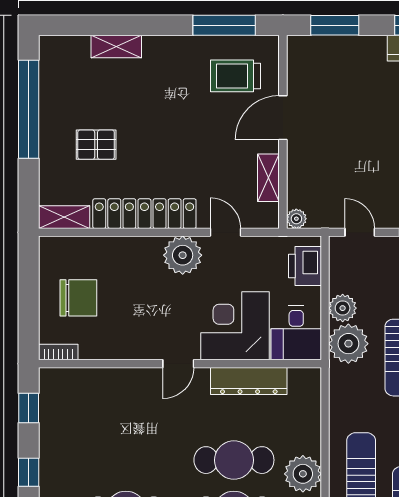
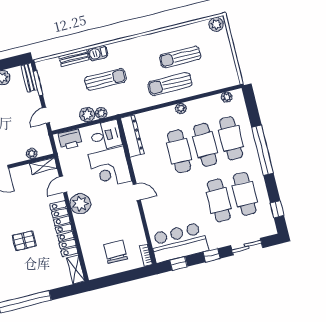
pallet: (96, 145) -> (24, 241), moved, turned 90
shelving: (268, 178) -> (43, 166), moved
plant: (296, 219) -> (32, 154), moved
plant: (348, 344) -> (101, 113), width x0.53, depth x0.53
dresser: (249, 381) -> (132, 136), moved
bar counter: (67, 418) -> (179, 242), added
plant: (303, 474) -> (181, 108), width x0.53, depth x0.53

